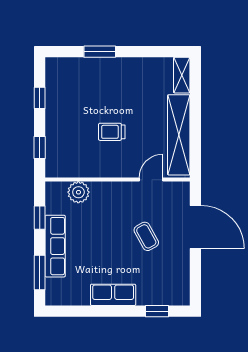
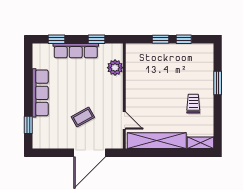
trolley: (112, 132) -> (193, 104), moved
window: (40, 148) -> (160, 39), moved
window: (40, 273) -> (56, 39), width x0.67
row of seats: (113, 295) -> (40, 93), width x1.48

